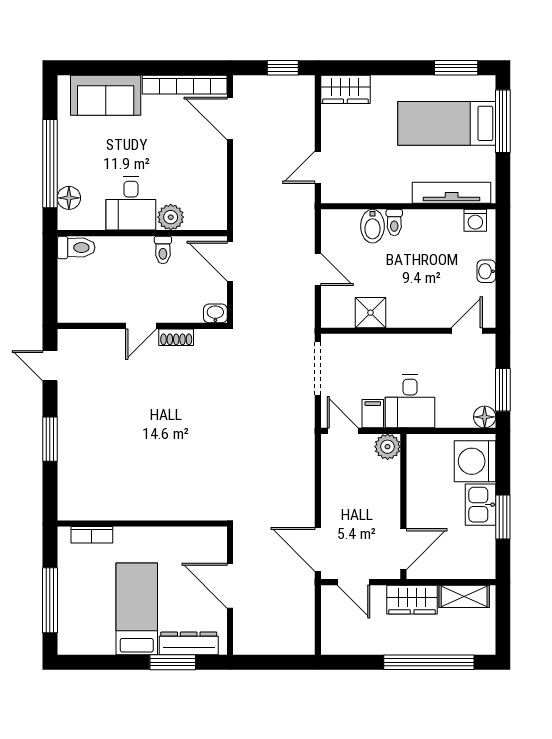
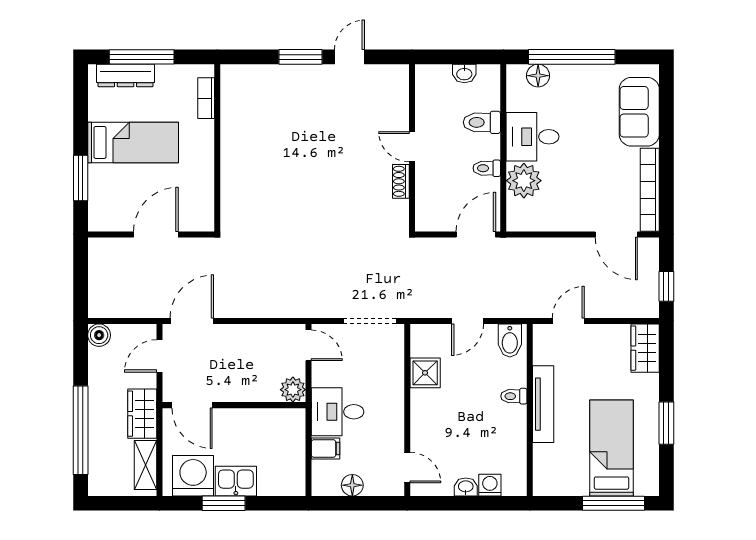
window: (456, 68) -> (666, 423), moved
door: (230, 118) -> (616, 234), swing flipped
door: (318, 167) -> (568, 321), hinge flipped
tv unit: (452, 193) -> (543, 404), moved
plant: (171, 217) -> (524, 181), width x1.36, depth x1.36
washing machine: (475, 220) -> (490, 485), moved, turned 90
bidet: (373, 226) -> (510, 341), moved, turned -90
toilet: (76, 248) -> (482, 122), moved, turned 90
washbasin: (215, 313) -> (464, 74), moved, turned 90
door: (50, 366) -> (349, 57), moved
window: (503, 390) -> (349, 503), removed
filing cabinet: (373, 414) -> (326, 449), moved
floor lamp: (485, 417) -> (352, 485), moved
door: (343, 431) -> (309, 345), hinge flipped
washing machine: (475, 461) -> (193, 476), moved
dresser: (189, 643) -> (126, 75), moved, turned 90
boiler: (332, 643) -> (99, 335), added

